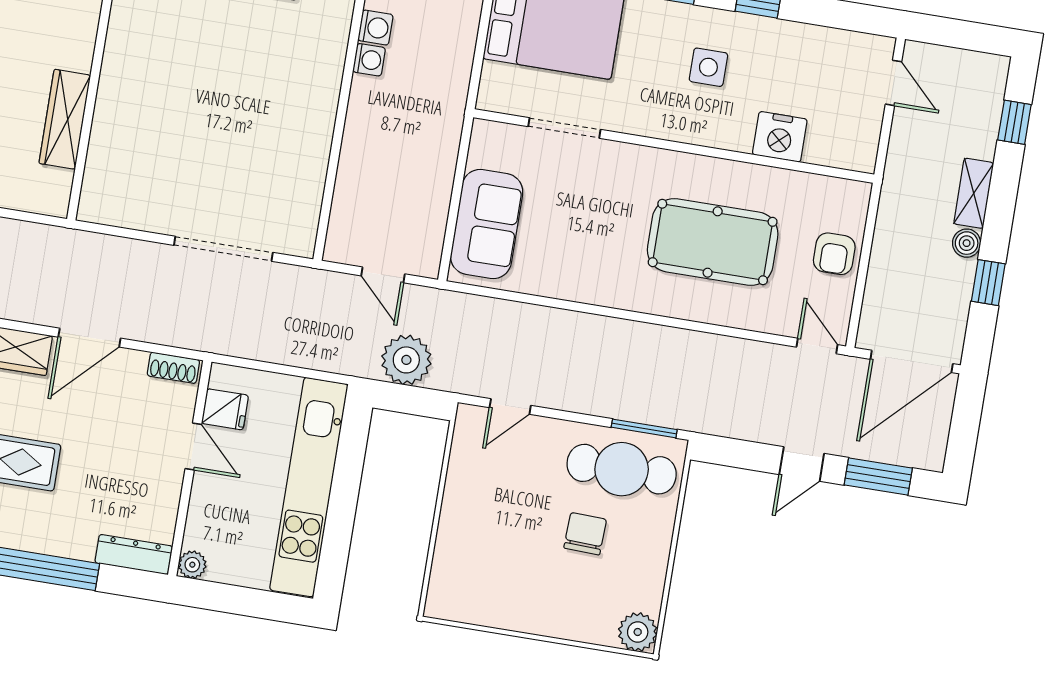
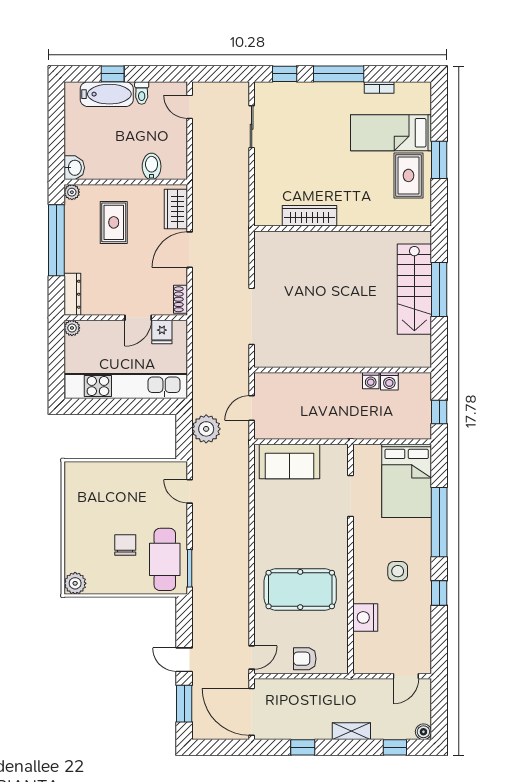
pool table: (713, 242) -> (300, 590), turned 90
boiler: (967, 243) -> (423, 732), moved
door: (89, 338) -> (190, 250), hinge flipped
chair: (585, 534) -> (125, 545), turned -92

